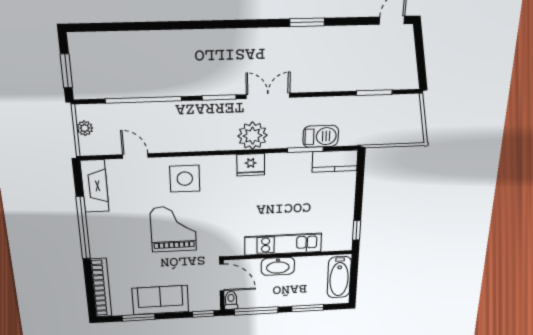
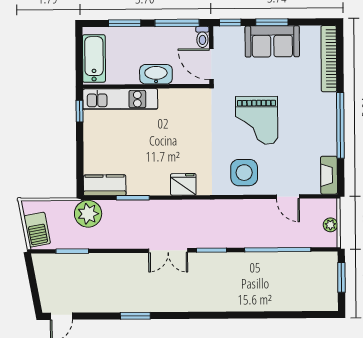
plant: (253, 136) -> (88, 214), moved
barbecue: (321, 136) -> (37, 230), moved, turned -100
fireplace: (95, 186) -> (329, 175), width x0.73, depth x0.76
kitchen unit: (283, 244) -> (120, 99), moved
window: (139, 317) -> (272, 22), moved

